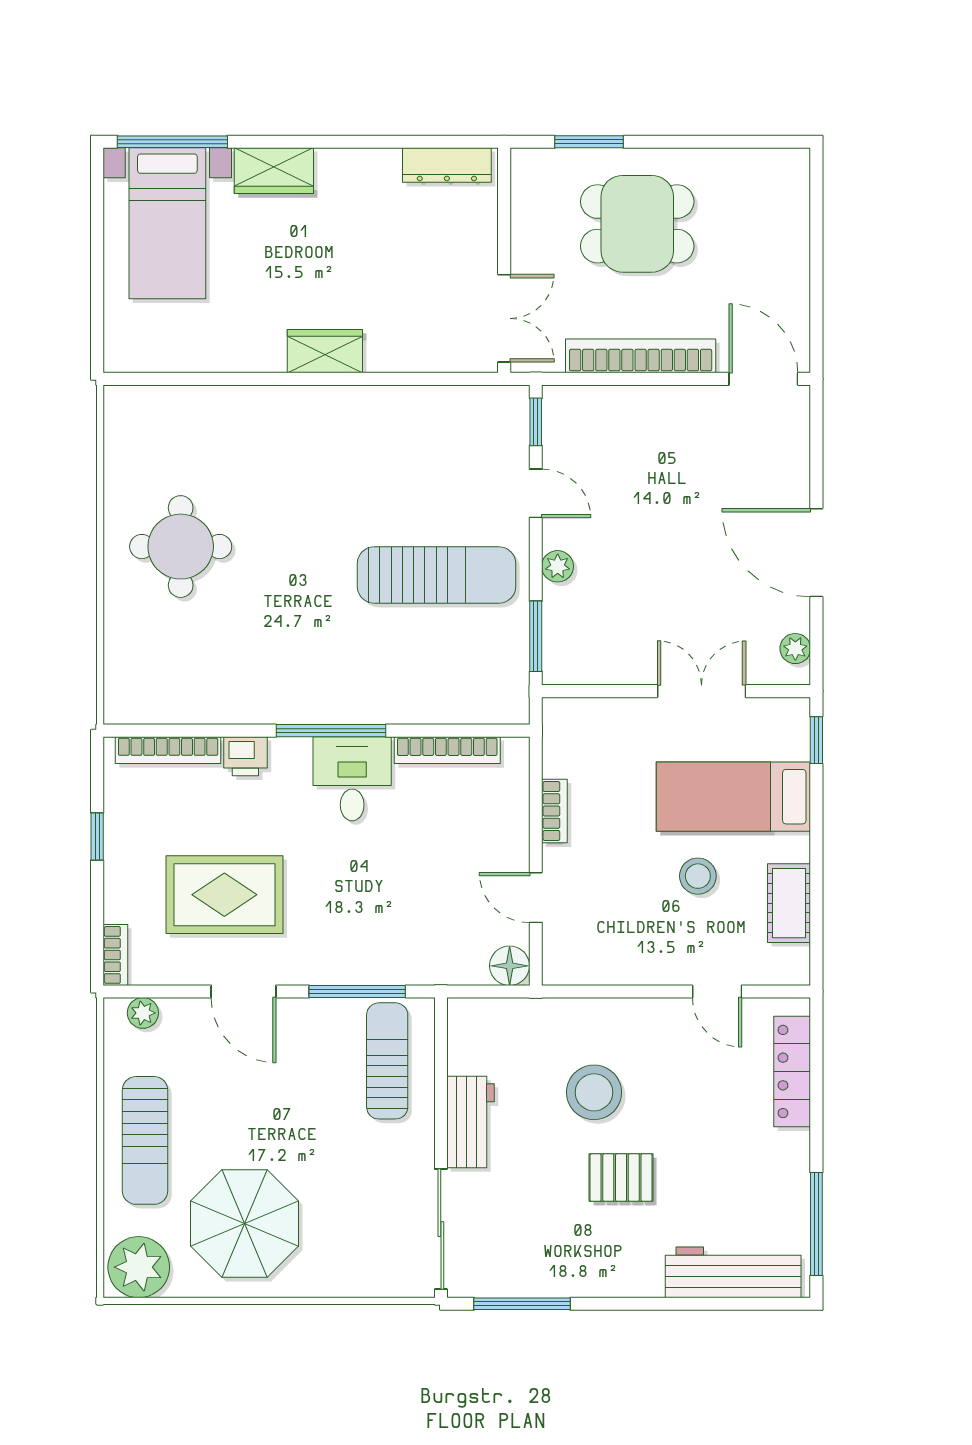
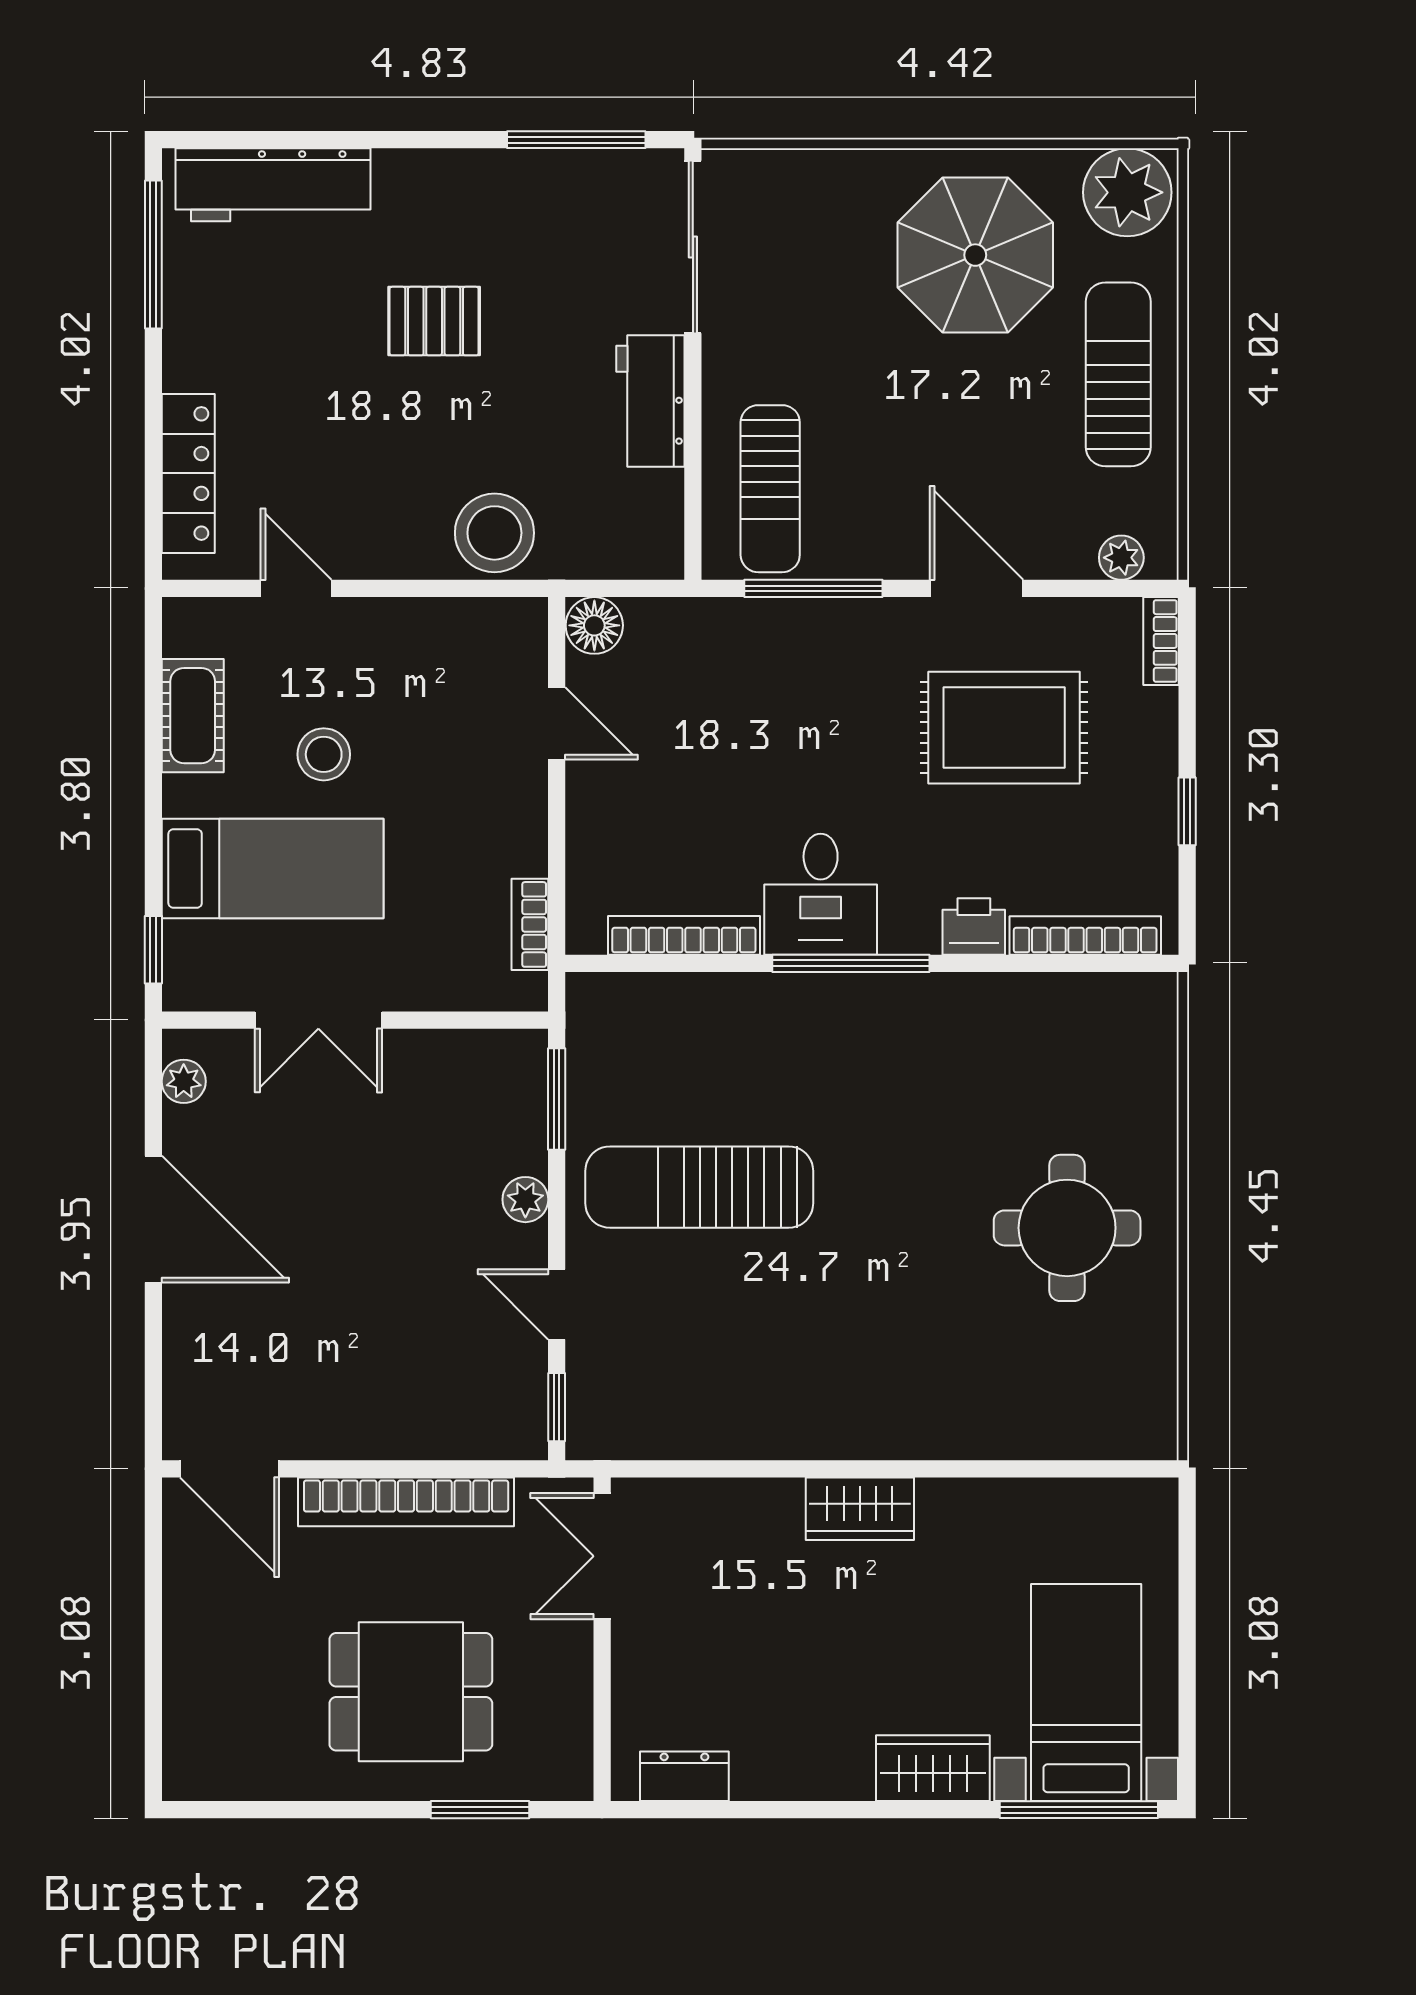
dresser: (447, 165) -> (684, 1776), width x0.70
bookcase: (554, 811) -> (530, 924), moved
stool: (594, 1092) -> (494, 533), moved

